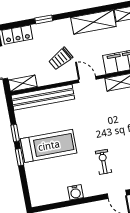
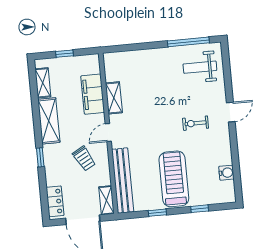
window: (44, 19) -> (40, 157), moved
window: (20, 157) -> (200, 209), moved
water cooler: (75, 192) -> (226, 173), moved

